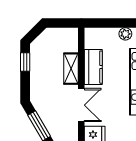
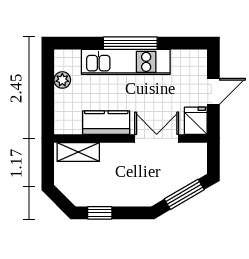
shelving: (71, 69) -> (78, 152), moved

